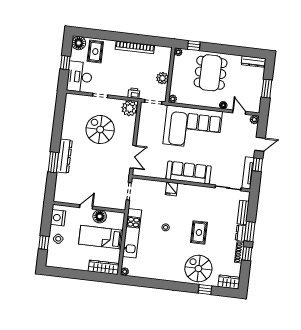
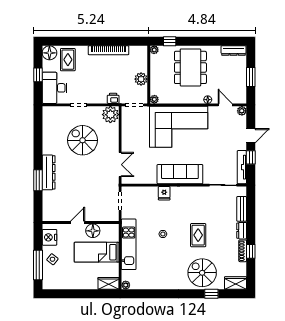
window: (250, 231) -> (251, 228), removed
window: (44, 243) -> (38, 265), width x2.17
wardrobe: (104, 267) -> (108, 283), width x0.67

